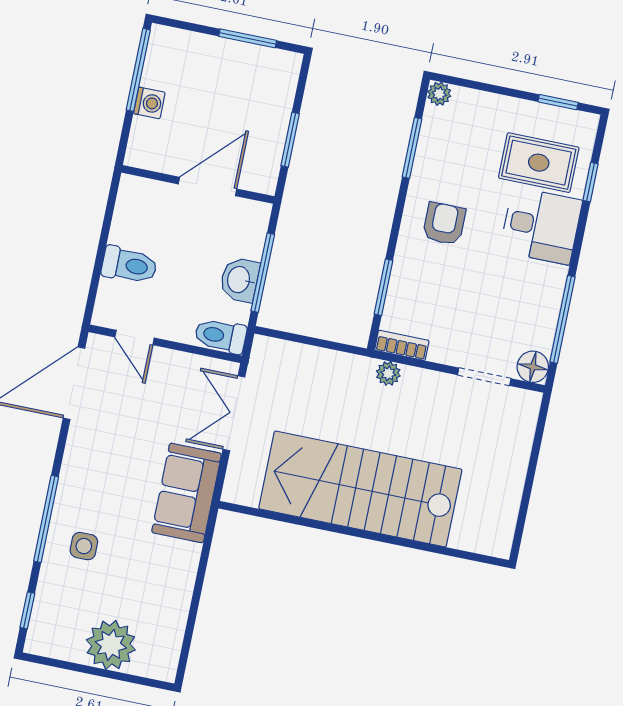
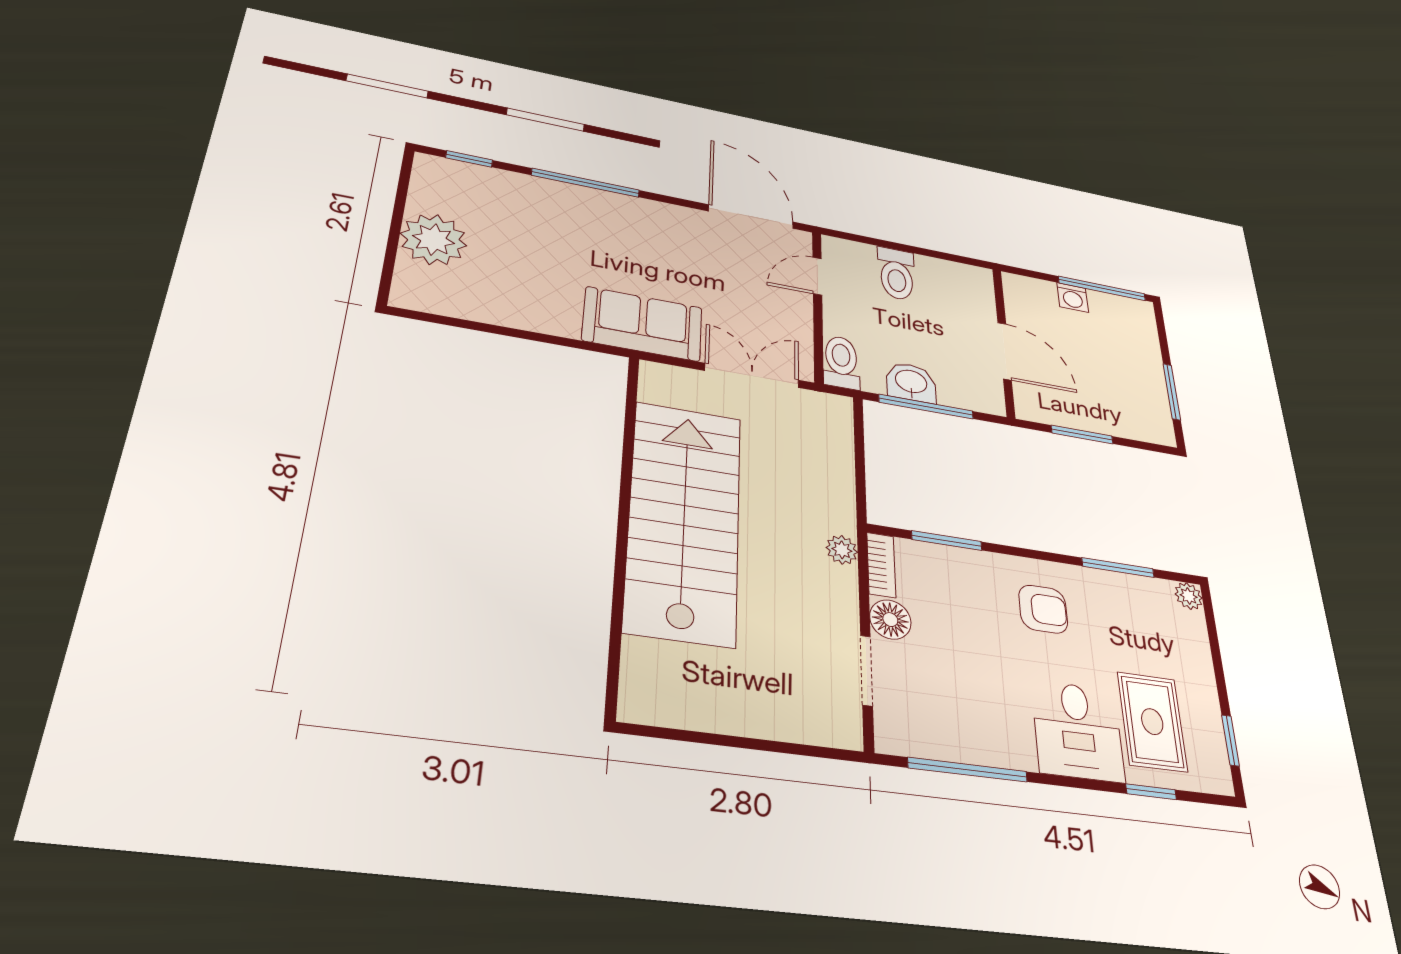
floor lamp: (533, 367) -> (890, 620), moved
side table: (84, 546) -> (558, 217), removed

